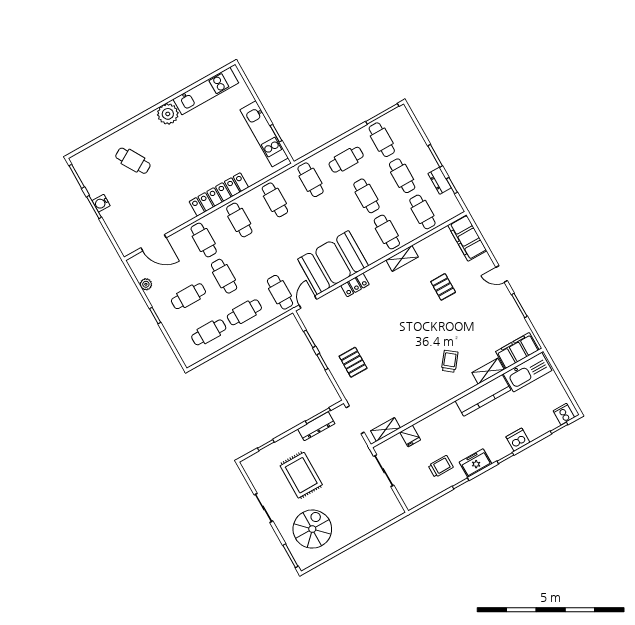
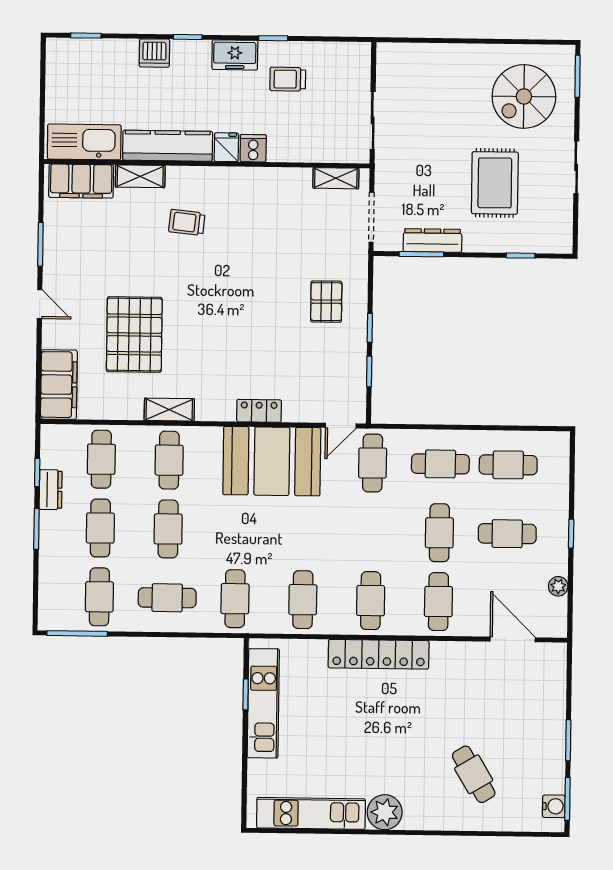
water cooler: (101, 203) -> (554, 806), moved
pallet: (443, 287) -> (134, 334), width x2.05, depth x2.00
trolley: (450, 361) -> (187, 222), turned 58
cooker: (564, 414) -> (253, 148), moved, turned 180
fridge: (410, 436) -> (226, 147), moved

